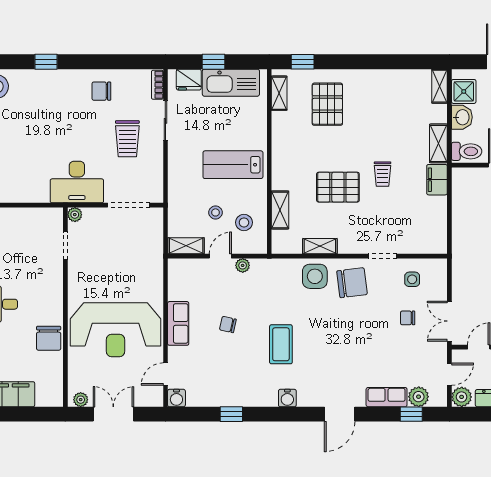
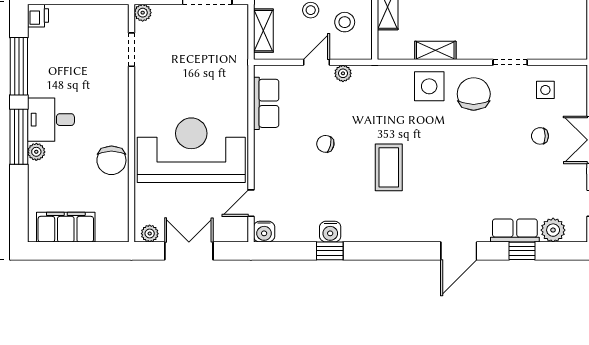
shelving: (186, 246) -> (263, 31), moved, turned 90
chair: (352, 283) -> (474, 94), turned -83
row of seats: (178, 323) -> (266, 103), moved
reception desk: (115, 330) -> (191, 150), turned 180
water cooler: (287, 398) -> (330, 232), moved
window: (411, 414) -> (522, 251), moved

